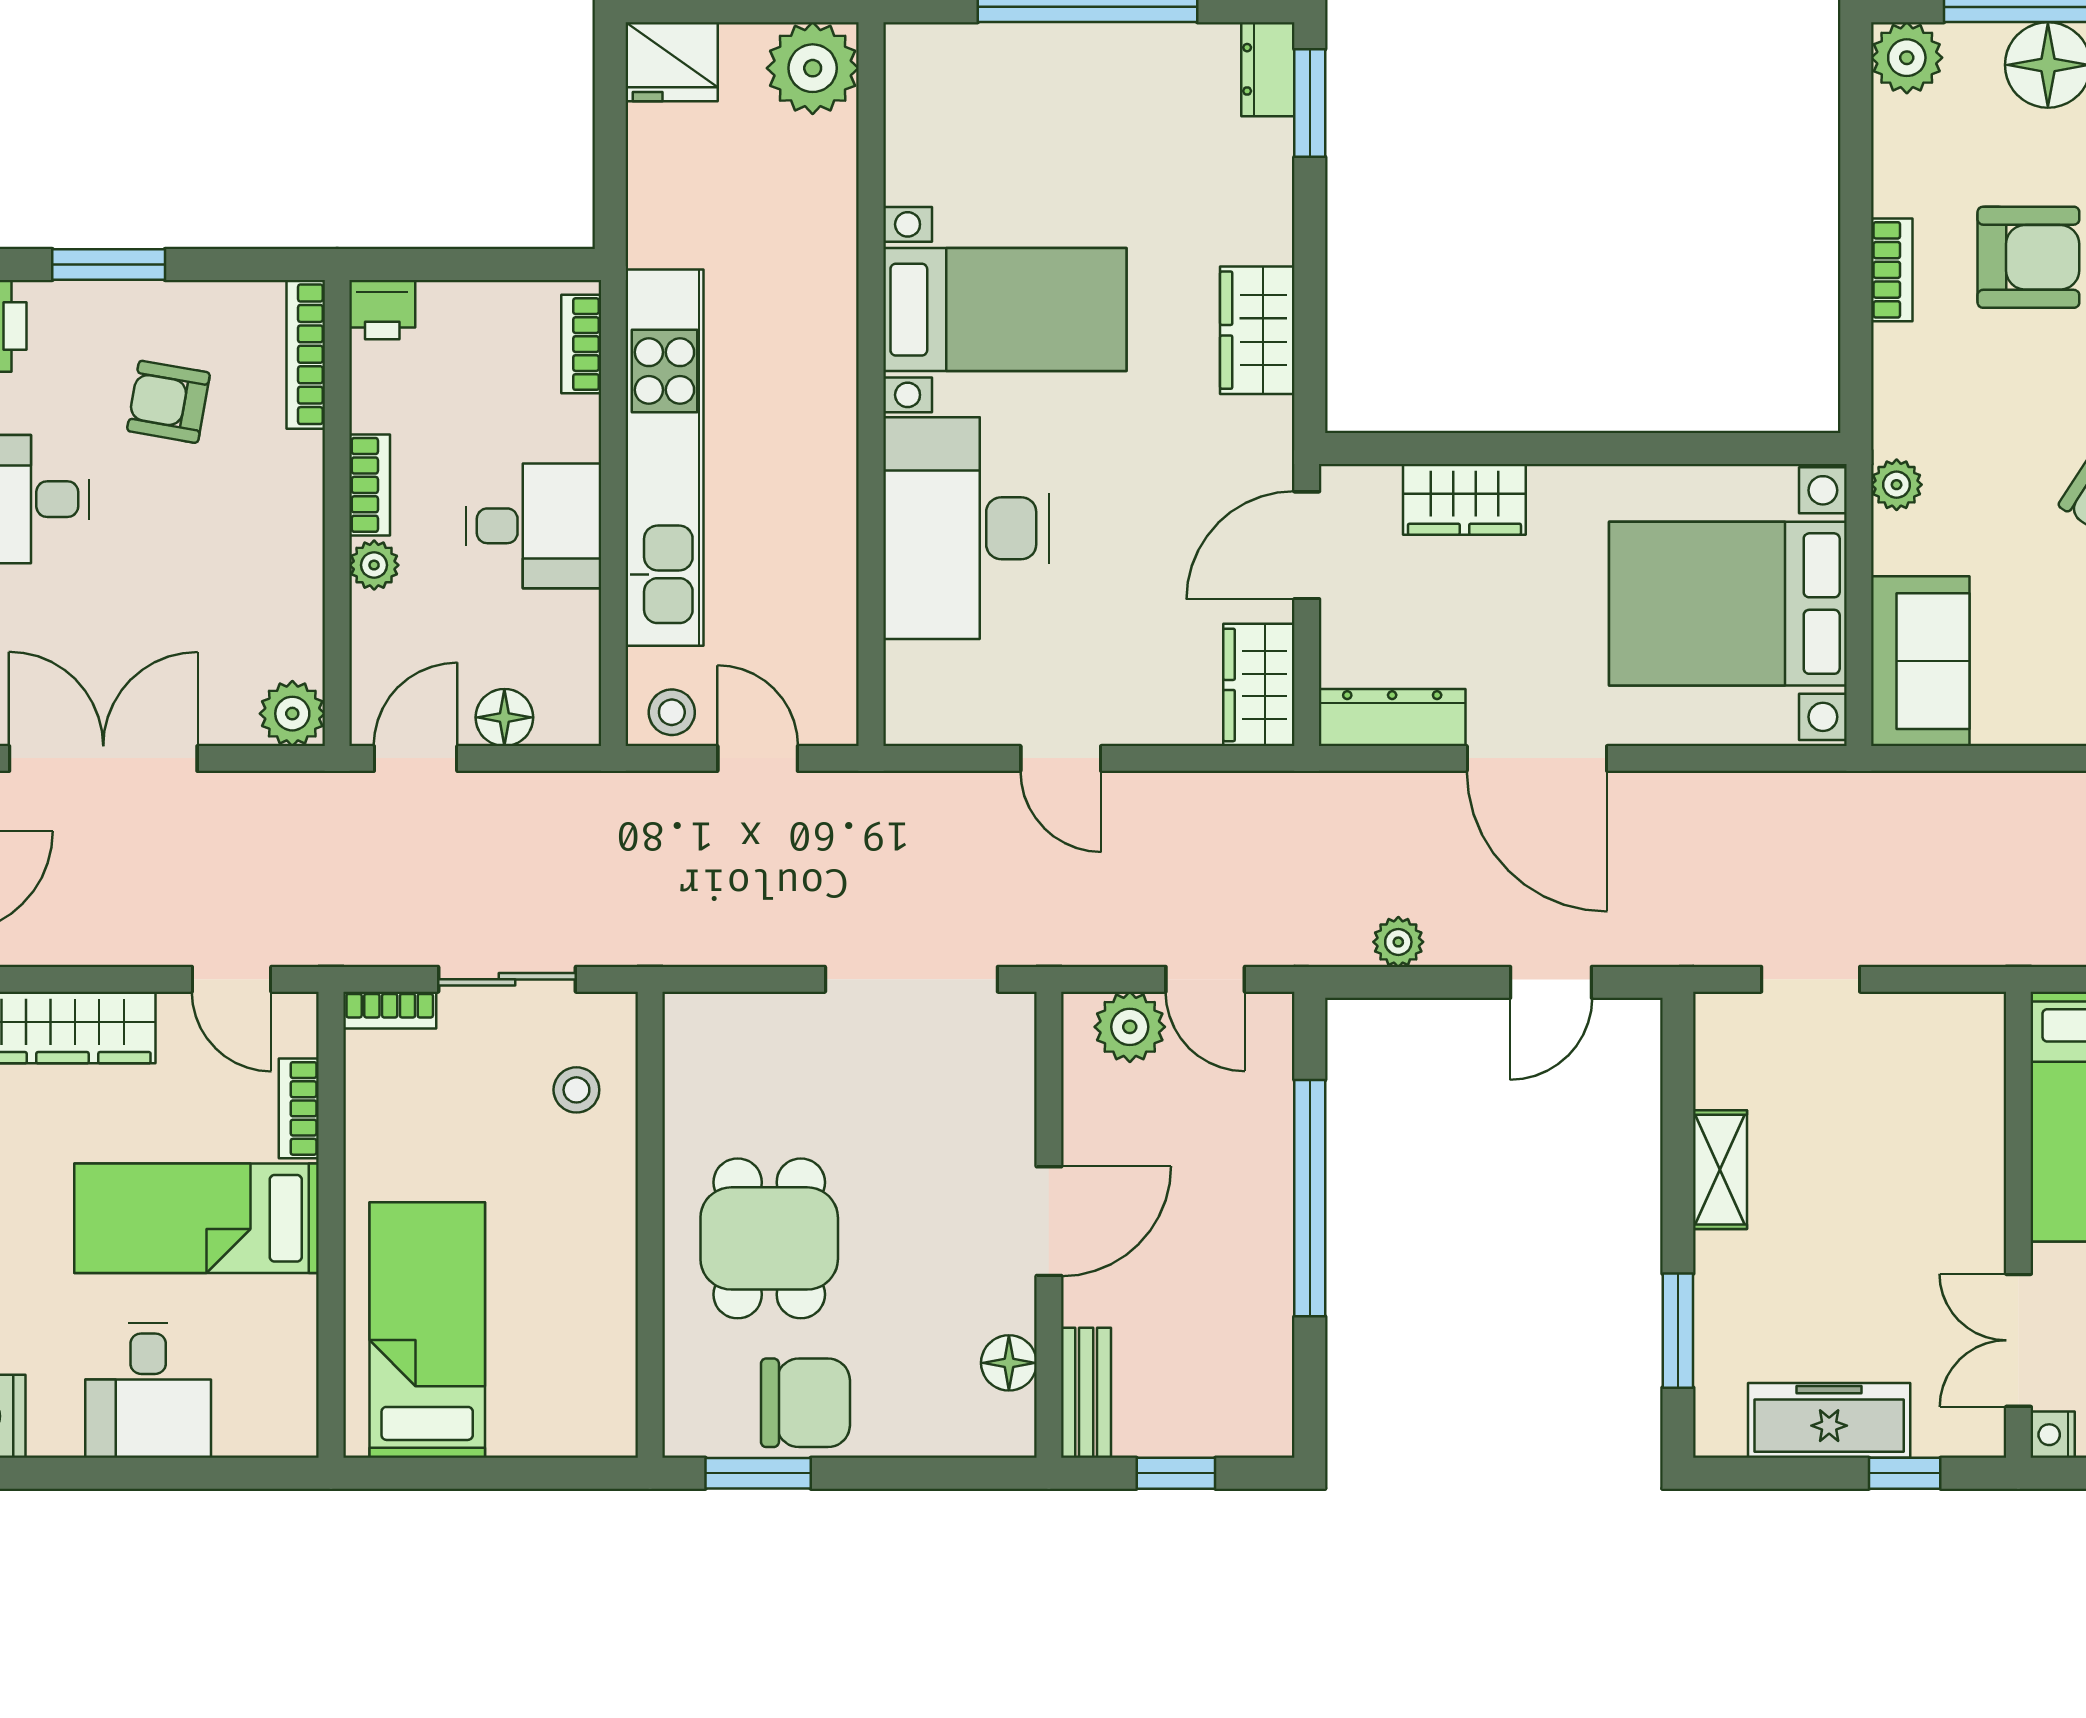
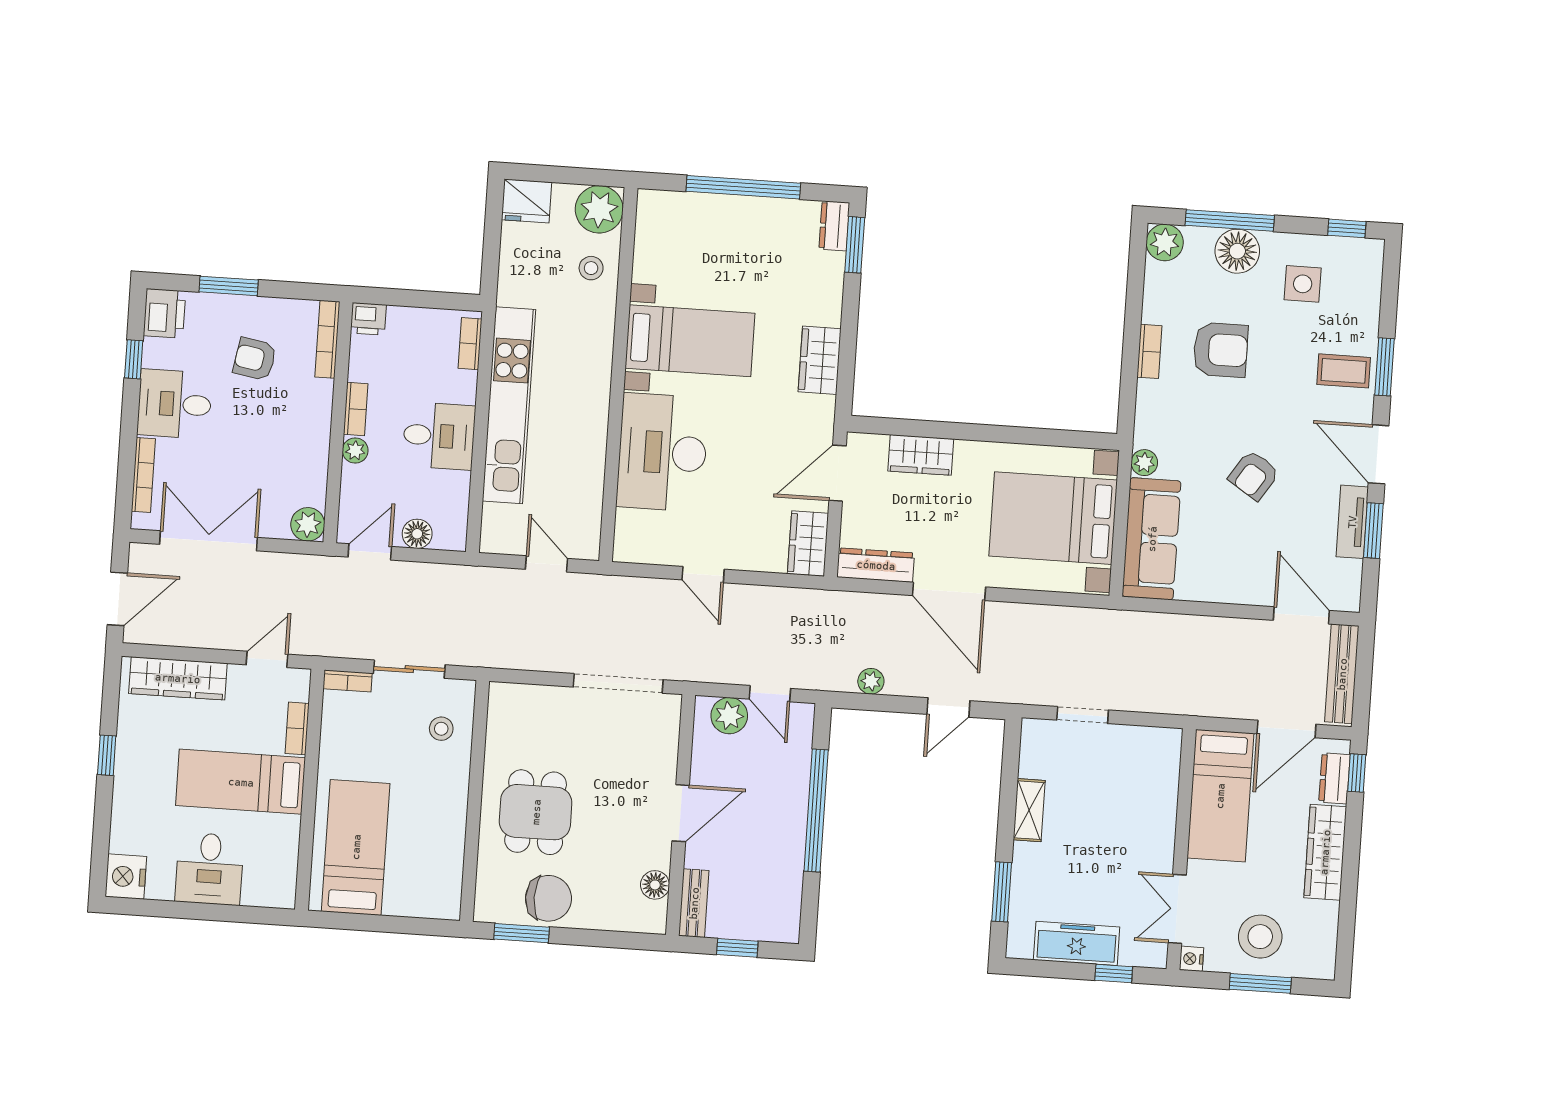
sofa: (1920, 661) -> (1152, 539), width x1.36
stool: (672, 712) -> (591, 268), moved
door: (232, 979) -> (267, 659), swing flipped

